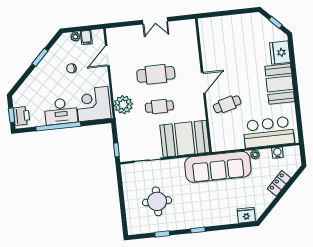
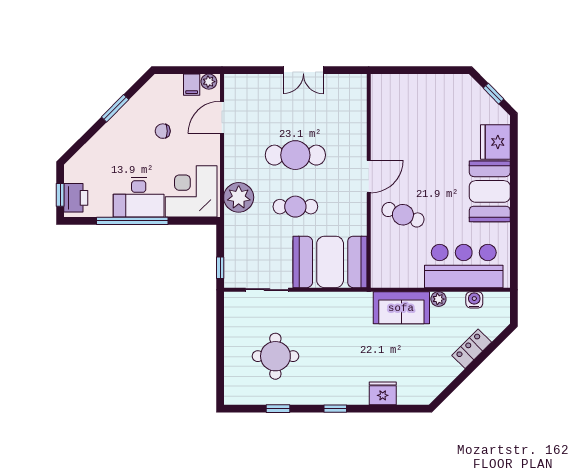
plant: (75, 37) -> (209, 82), moved
cafe table: (227, 104) -> (403, 215), turned 35
sofa: (218, 167) -> (401, 308), width x0.54, depth x0.79
fridge: (246, 215) -> (383, 393), moved

